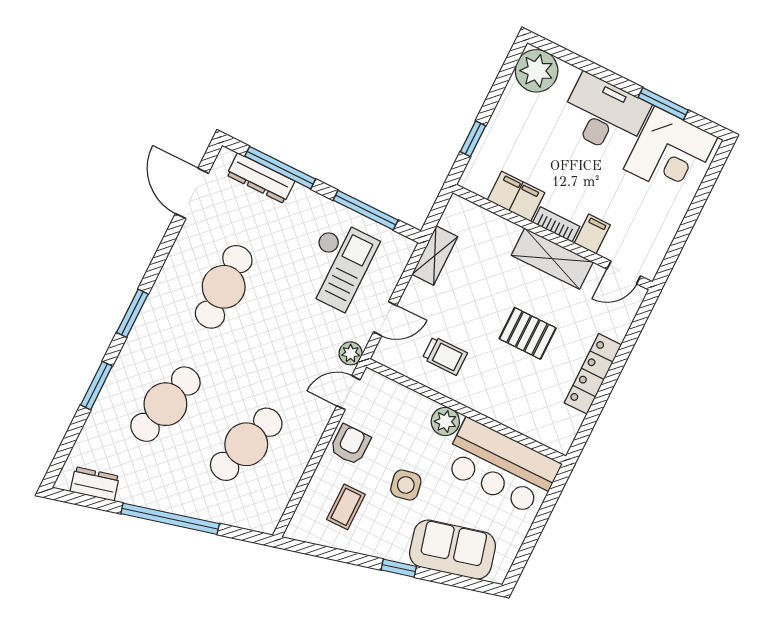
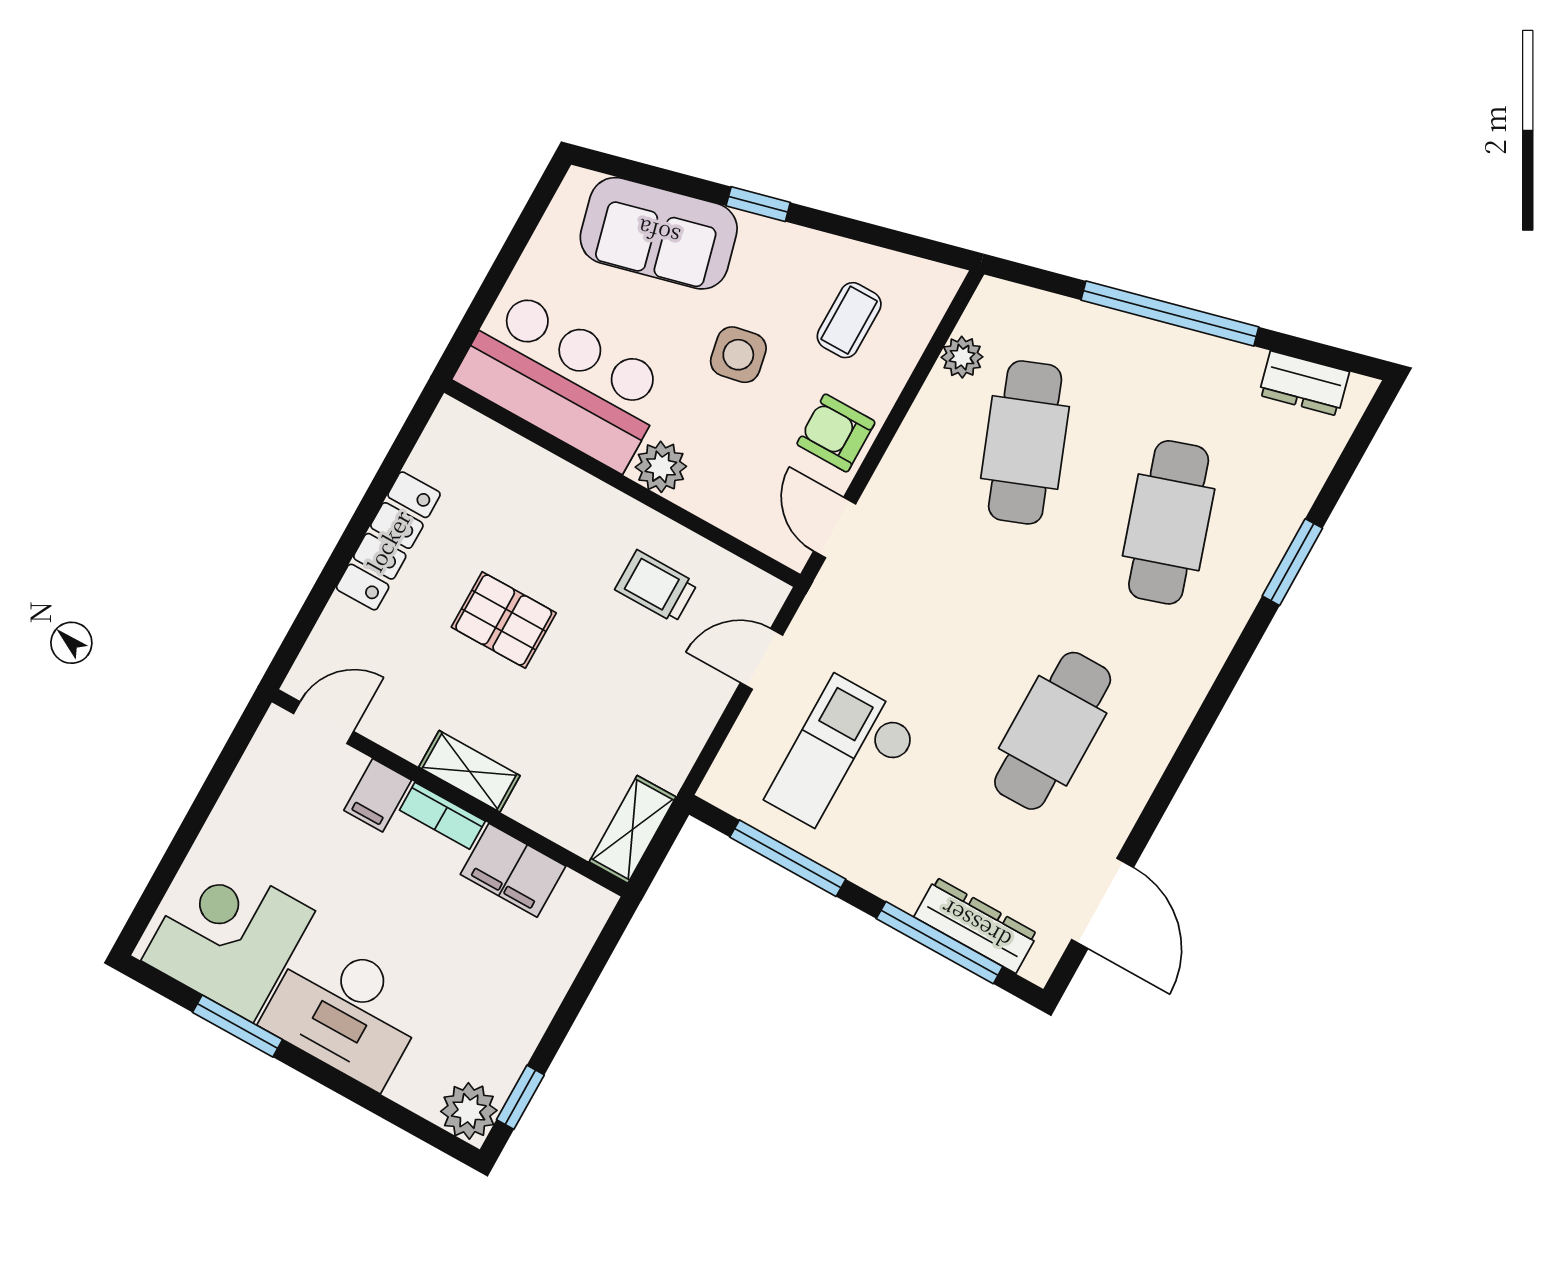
plant: (537, 71) -> (469, 1111), width x0.73, depth x0.73
window: (473, 139) -> (520, 1097), moved
shelving: (435, 255) -> (633, 829), moved
shelving: (552, 259) -> (469, 771), width x0.67, depth x0.75
window: (132, 313) -> (1221, 691), removed
plant: (351, 353) -> (962, 357), moved
door: (348, 393) -> (835, 528), swing flipped
cafe table: (165, 404) -> (1169, 522), turned -33
cafe table: (246, 444) -> (1025, 442), turned -39
armchair: (350, 445) -> (836, 433), turned 90

